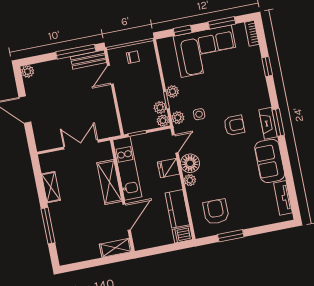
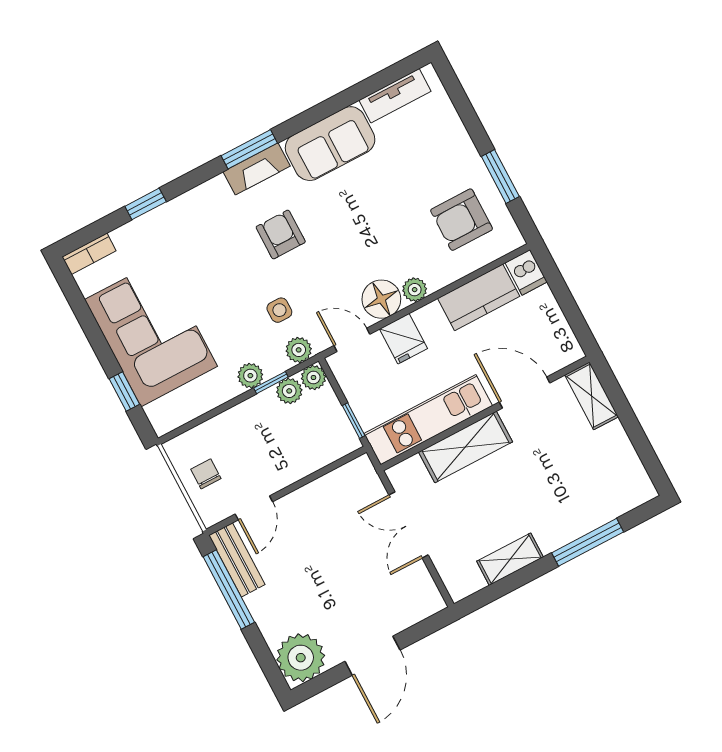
window: (222, 23) -> (86, 319), removed
plant: (28, 71) -> (301, 658), width x1.88, depth x1.88
door: (110, 75) -> (254, 508), hinge flipped

